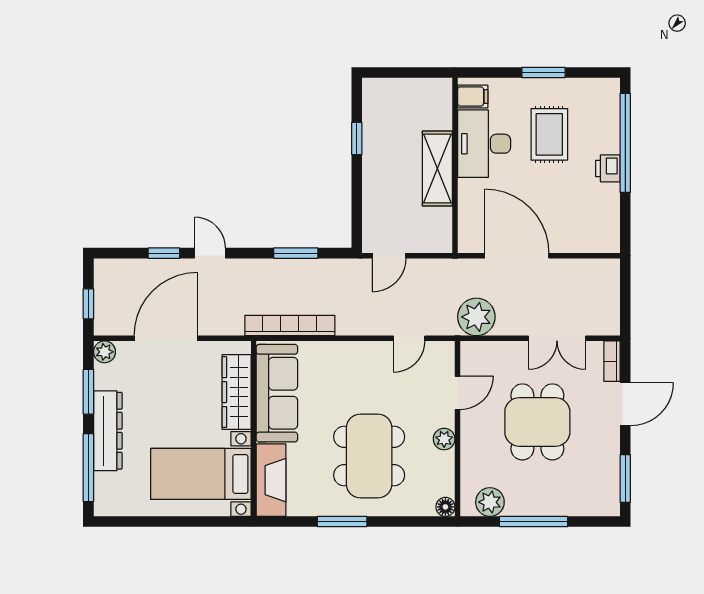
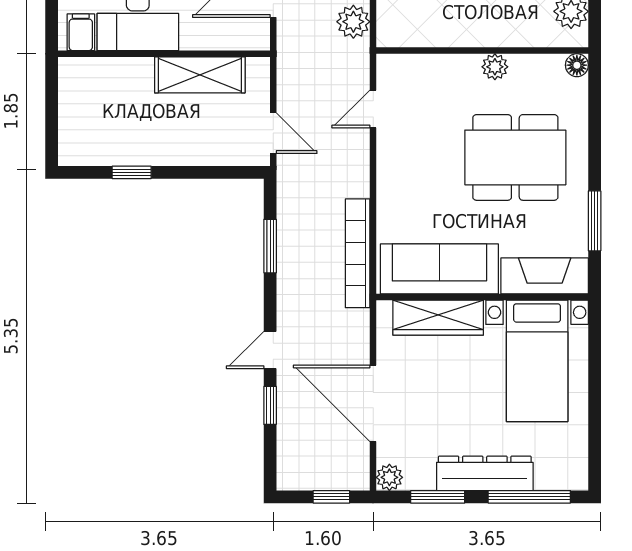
shelving: (437, 169) -> (200, 75), moved
plant: (476, 317) -> (353, 22), width x0.73, depth x0.73
door: (409, 338) -> (373, 109), swing flipped
door: (458, 393) -> (439, 51), removed
window: (342, 522) -> (595, 221), moved

